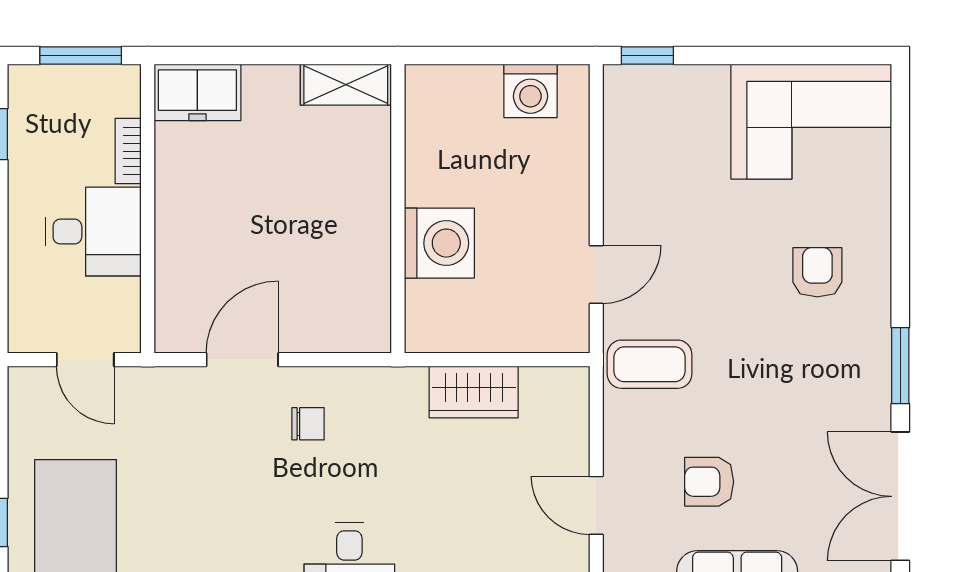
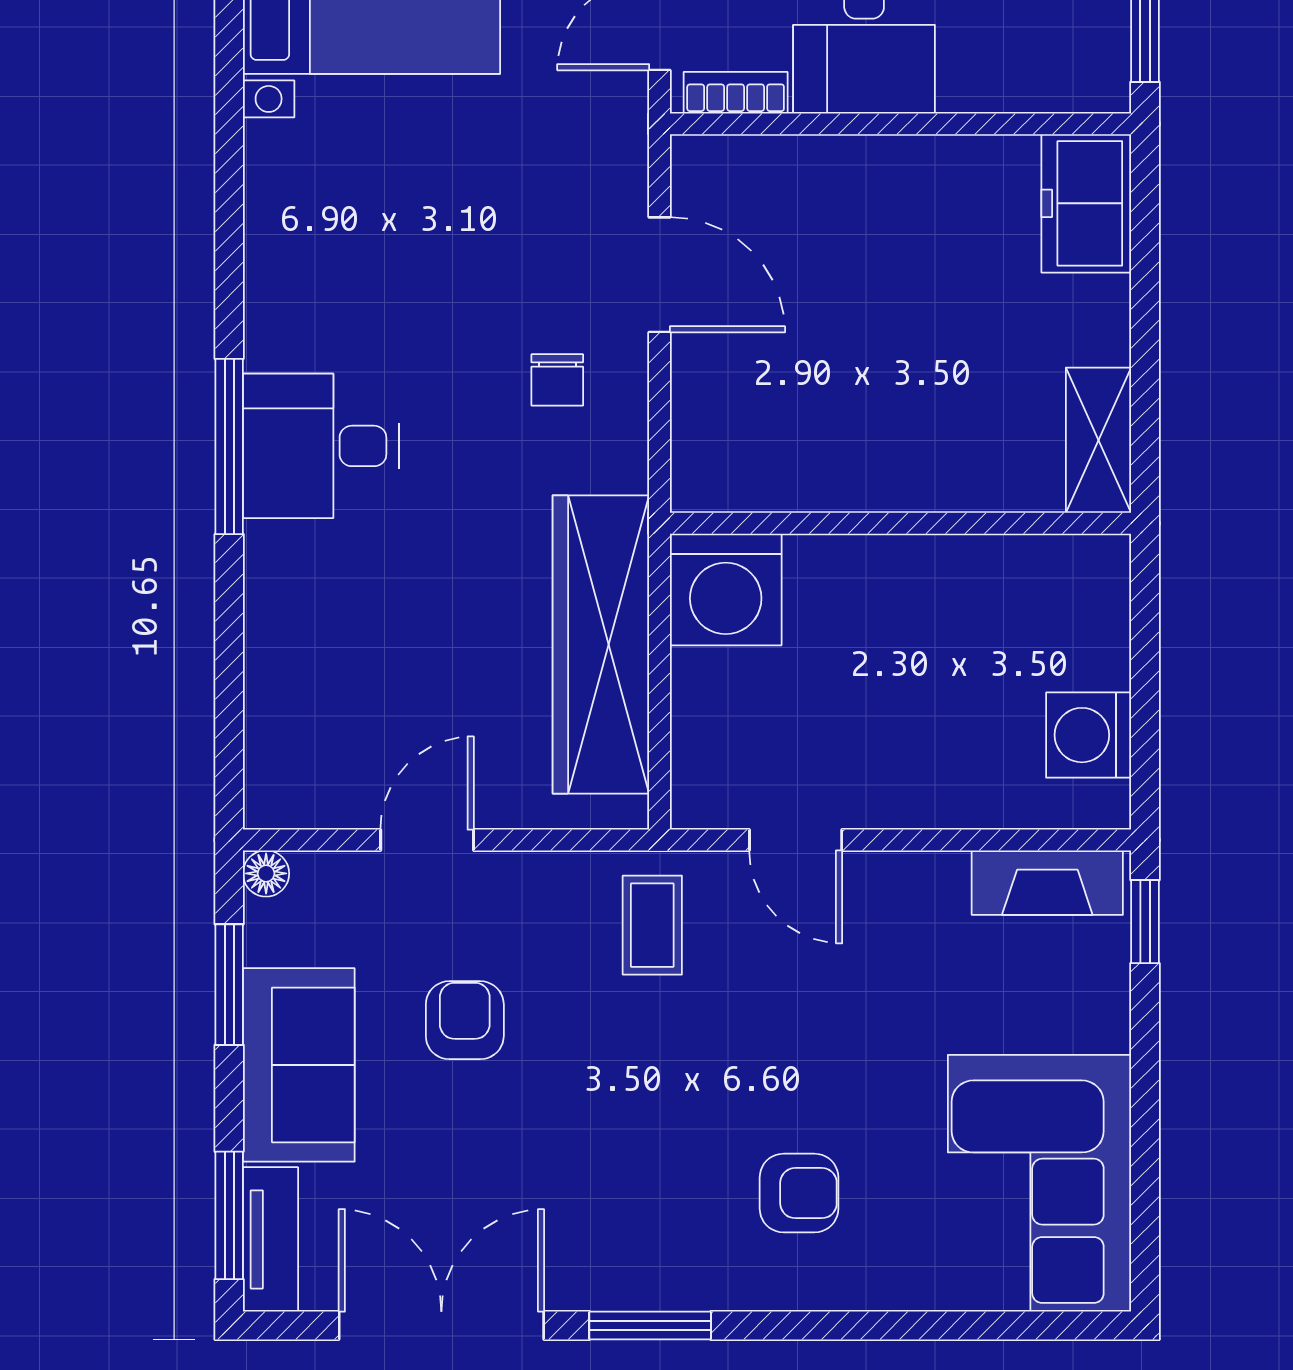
fireplace: (623, 117) -> (1047, 883), added
bookcase: (128, 151) -> (736, 93), moved
washing machine: (439, 243) -> (726, 589), moved
coffee table: (650, 364) -> (652, 925), width x0.73, depth x0.77
wardrobe: (474, 392) -> (601, 644), width x2.10, depth x1.17

